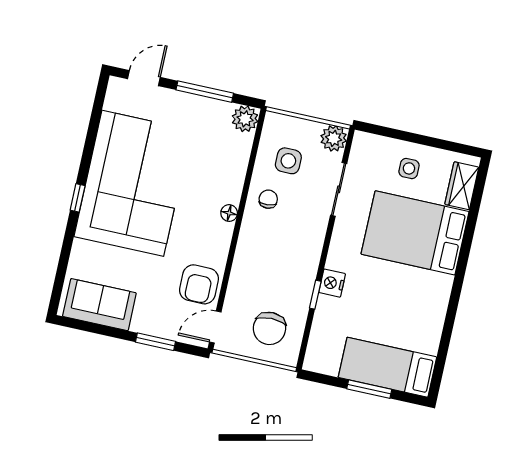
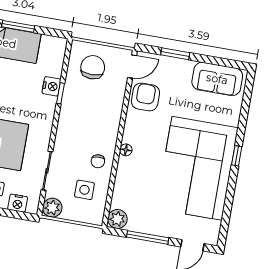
nightstand: (381, 147) -> (18, 203), added
nightstand: (332, 283) -> (51, 86), moved

